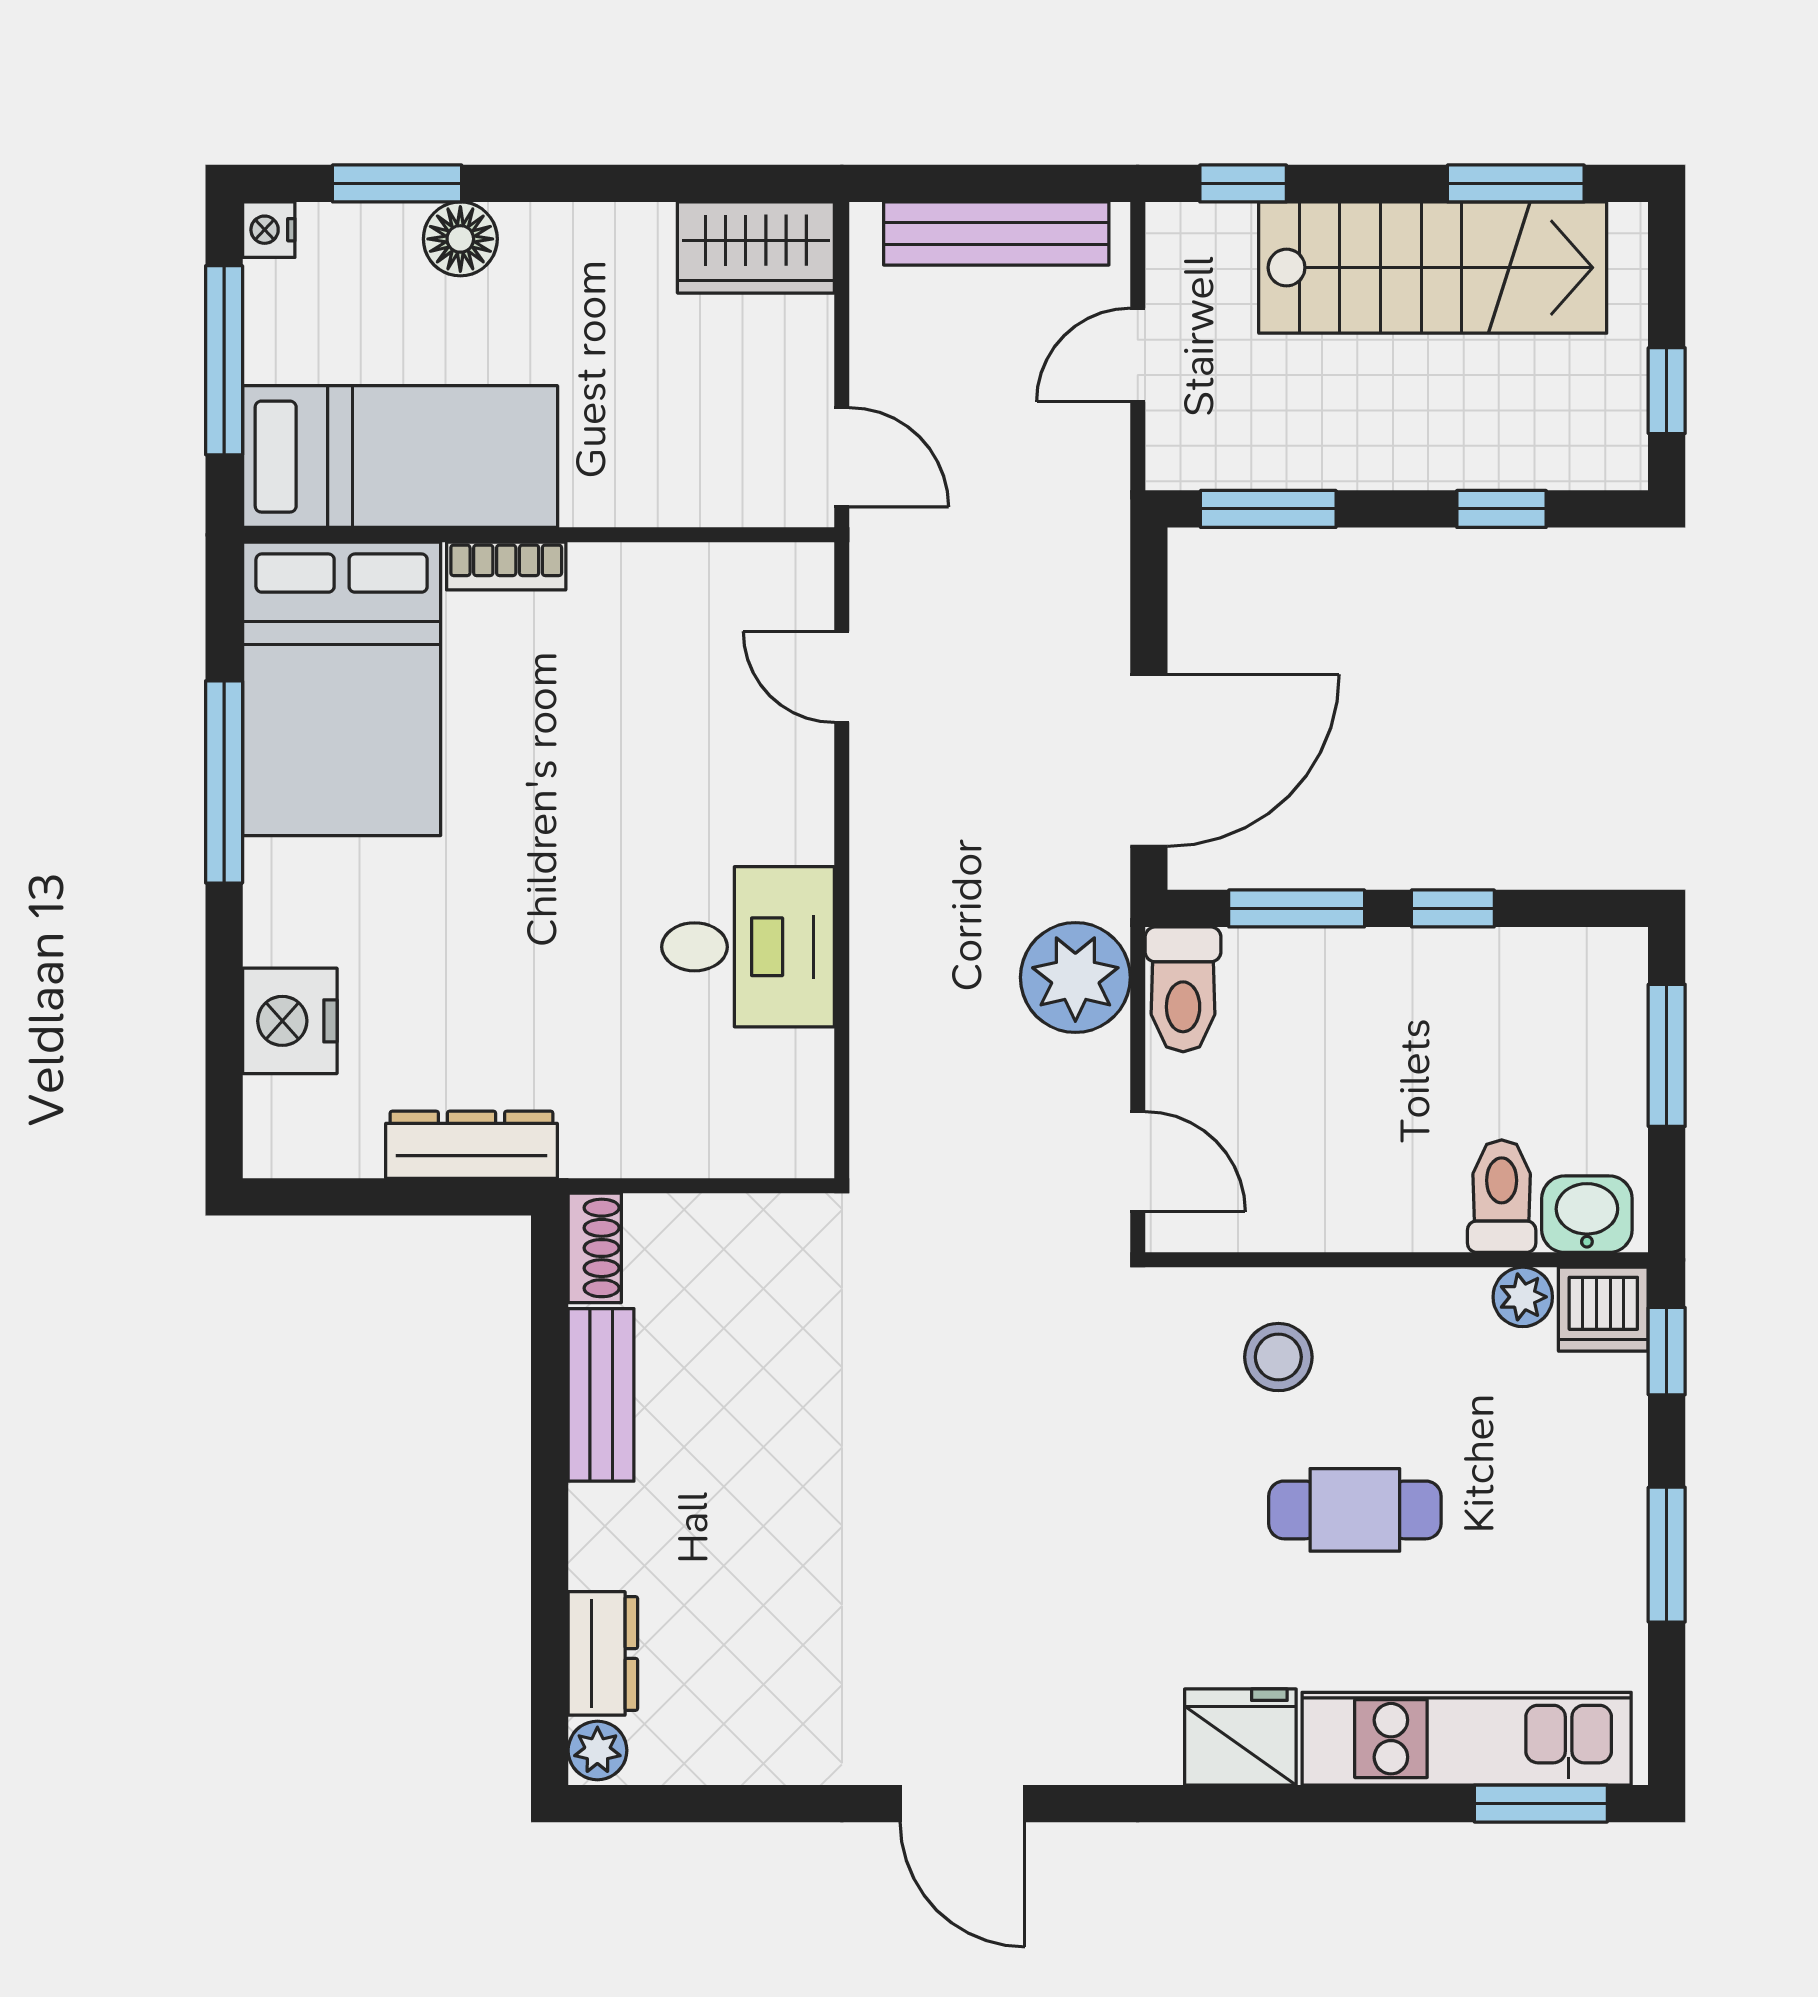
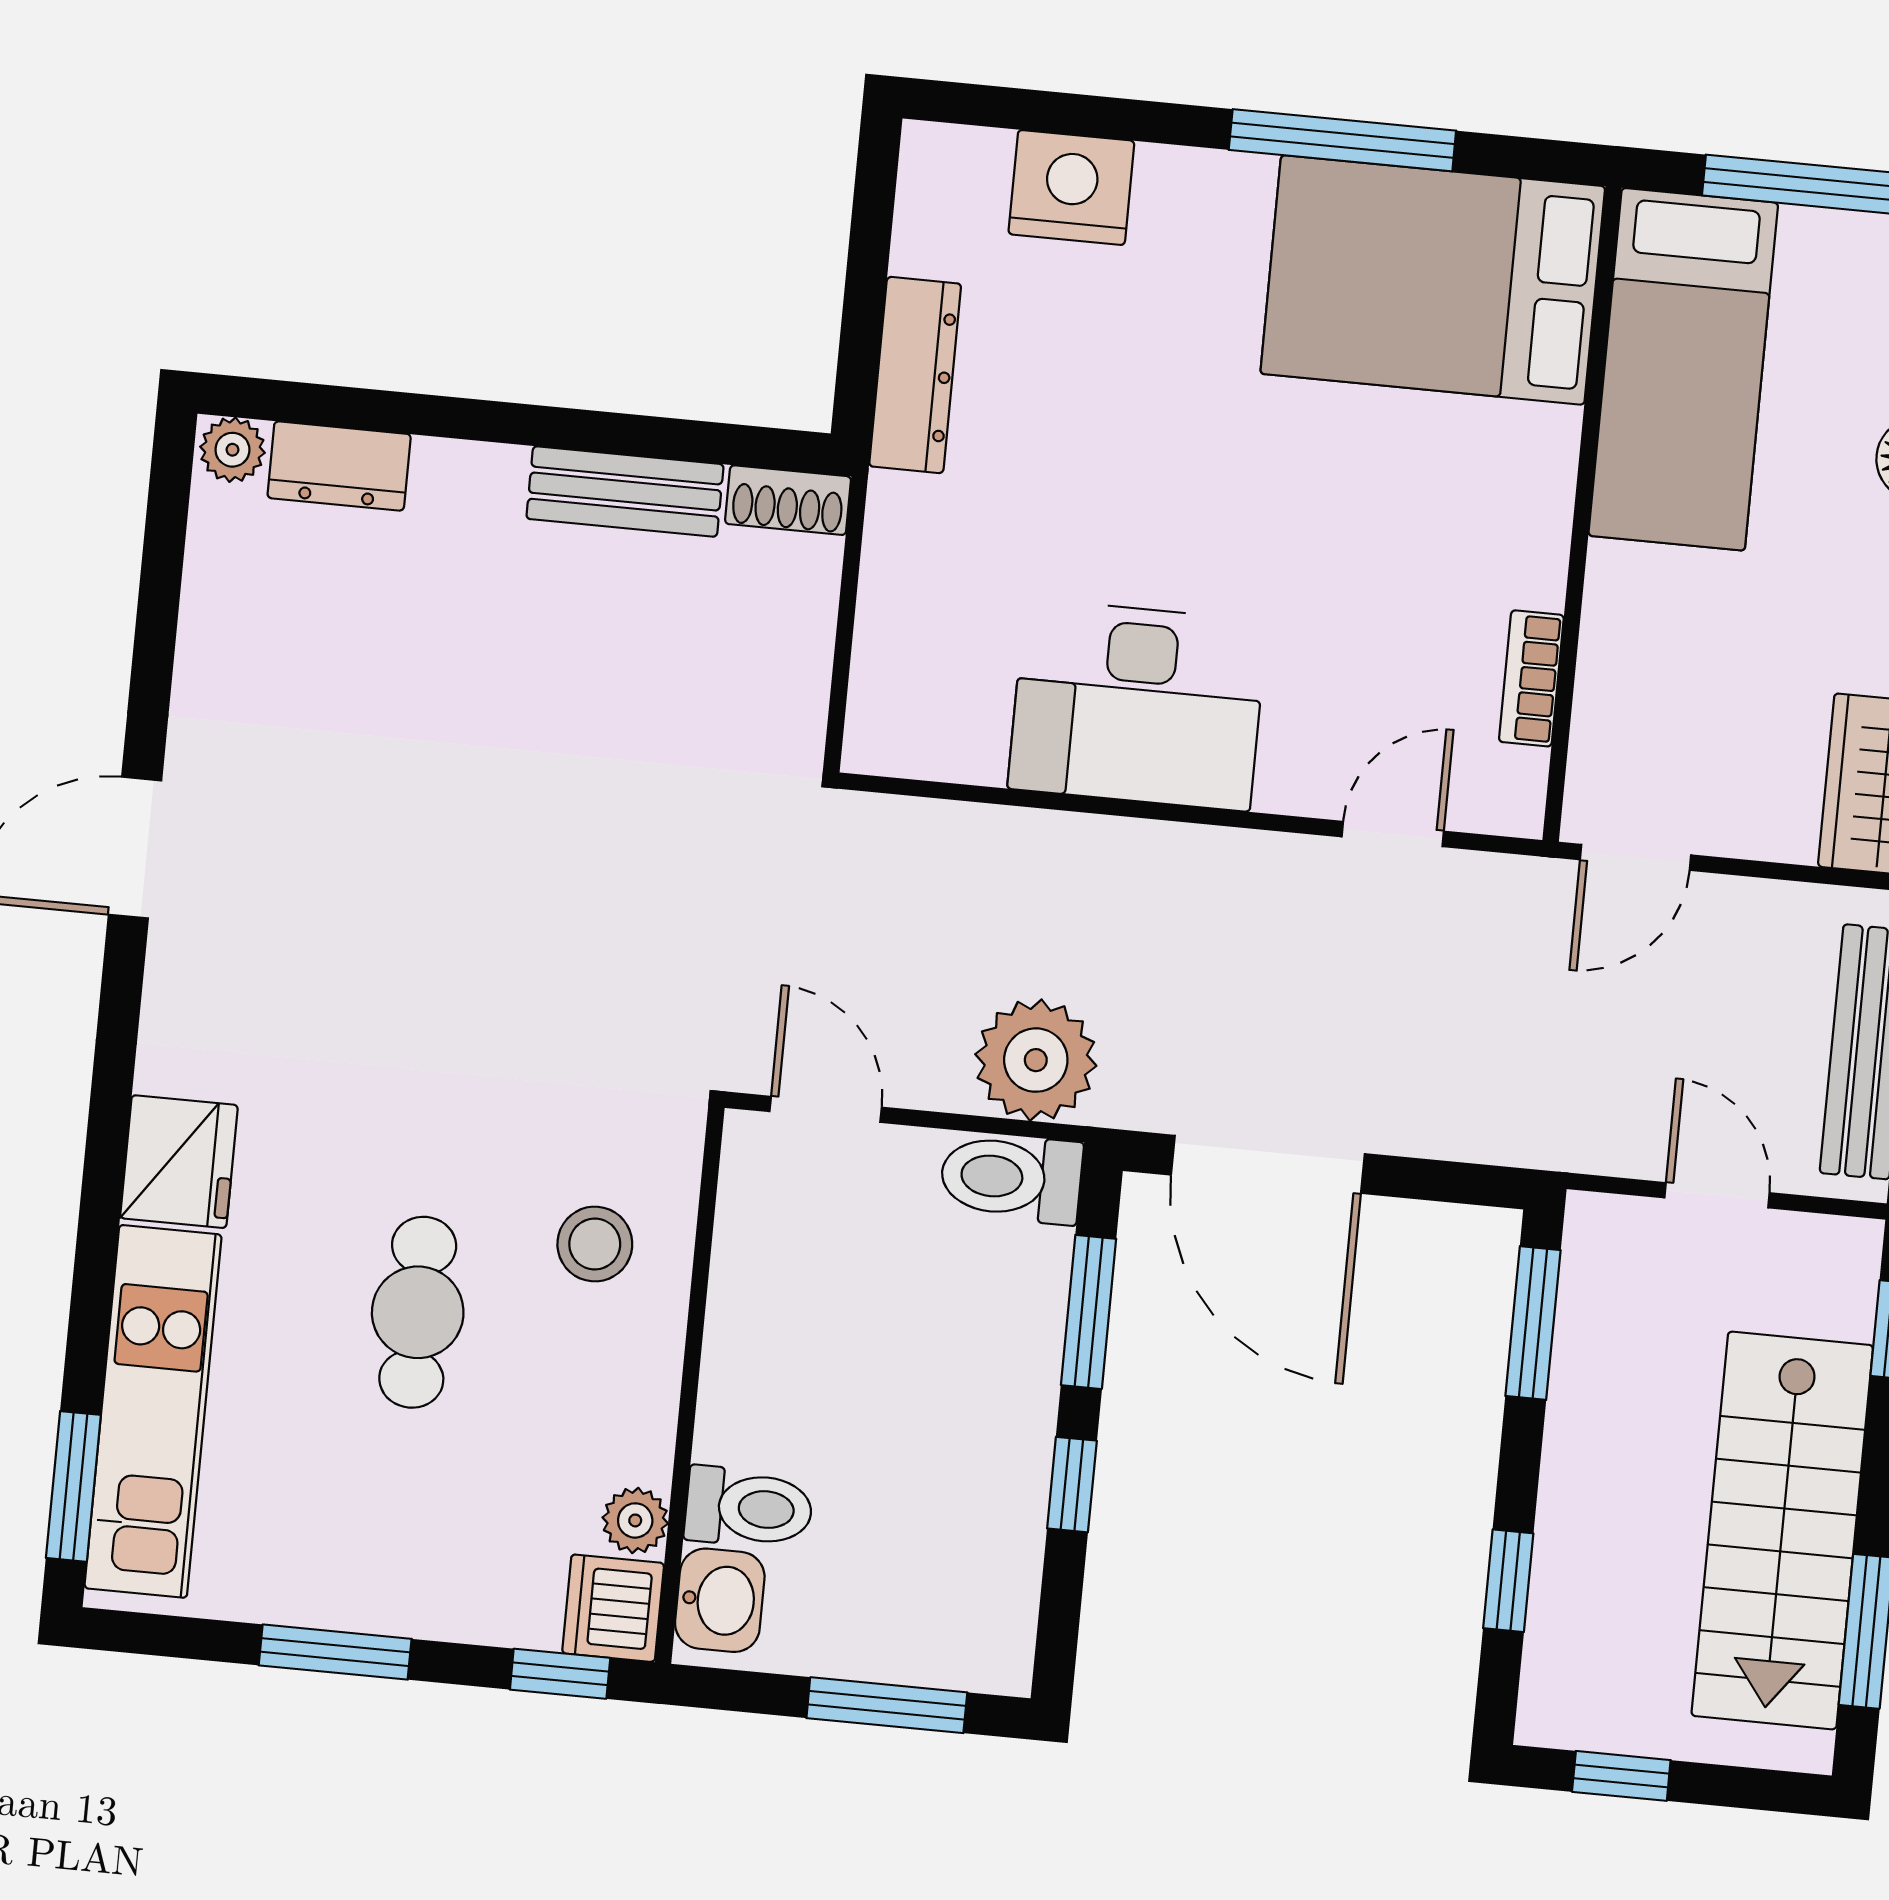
bookcase: (506, 566) -> (1531, 678), moved
desk: (748, 947) -> (1137, 705), width x1.37
door: (1138, 1162) -> (826, 1109), swing flipped

